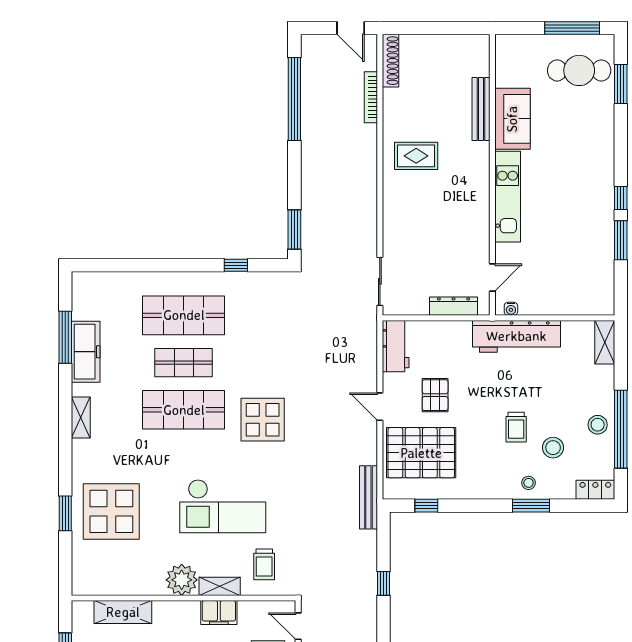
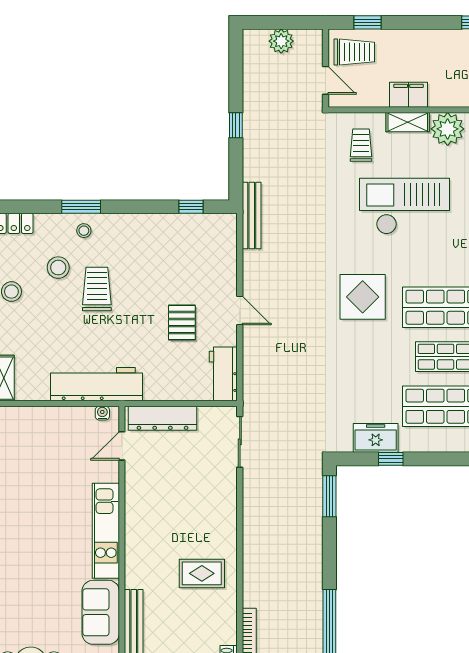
freezer: (250, 285) -> (376, 438), added
dresser: (454, 306) -> (163, 418), width x1.37, depth x1.24
trolley: (516, 427) -> (97, 289), width x1.36, depth x1.39
pallet: (421, 453) -> (196, 262), removed

